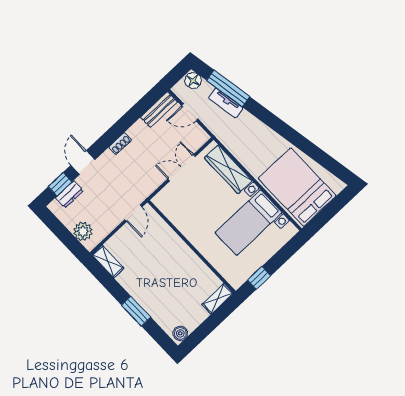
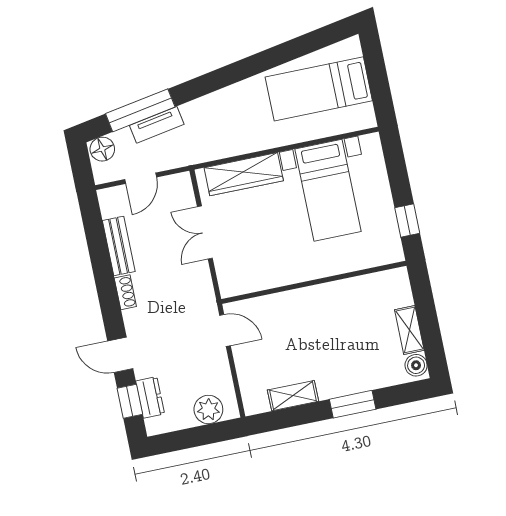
bench: (159, 109) -> (119, 246), moved
bed: (297, 187) -> (319, 89), width x0.67
shelving: (108, 261) -> (293, 396), moved
shelving: (218, 299) -> (409, 330), moved

